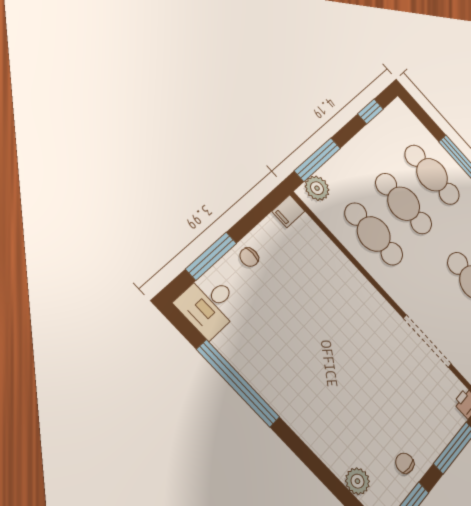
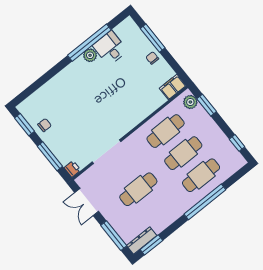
window: (318, 159) -> (207, 105), width x0.69
filing cabinet: (288, 211) -> (173, 87), width x2.00
desk: (209, 305) -> (110, 48), moved
plant: (357, 481) -> (90, 55), moved

